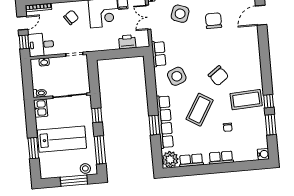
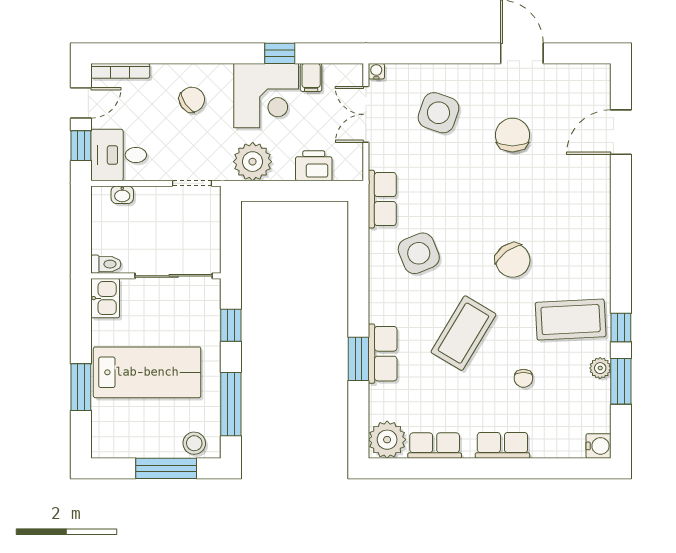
plant: (100, 42) -> (253, 162), added
plant: (261, 120) -> (600, 368), added
row of seats: (165, 122) -> (383, 354), width x0.50

